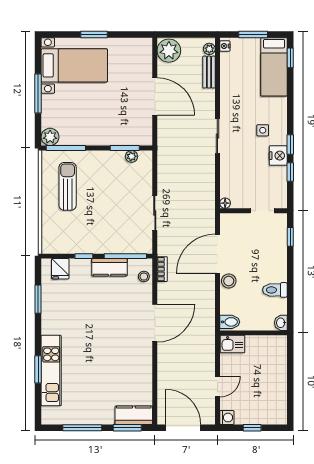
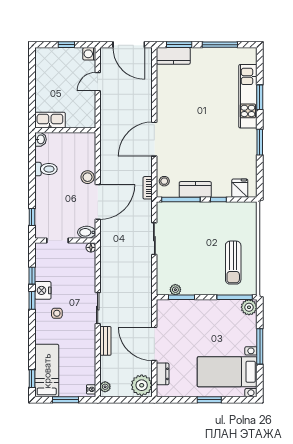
dresser: (146, 63) -> (163, 374), added
bench: (209, 72) -> (105, 341), moved
window: (38, 299) -> (260, 142), moved
bidet: (230, 322) -> (87, 232), moved
kitchen sink: (232, 344) -> (50, 120), moved, width x1.38

